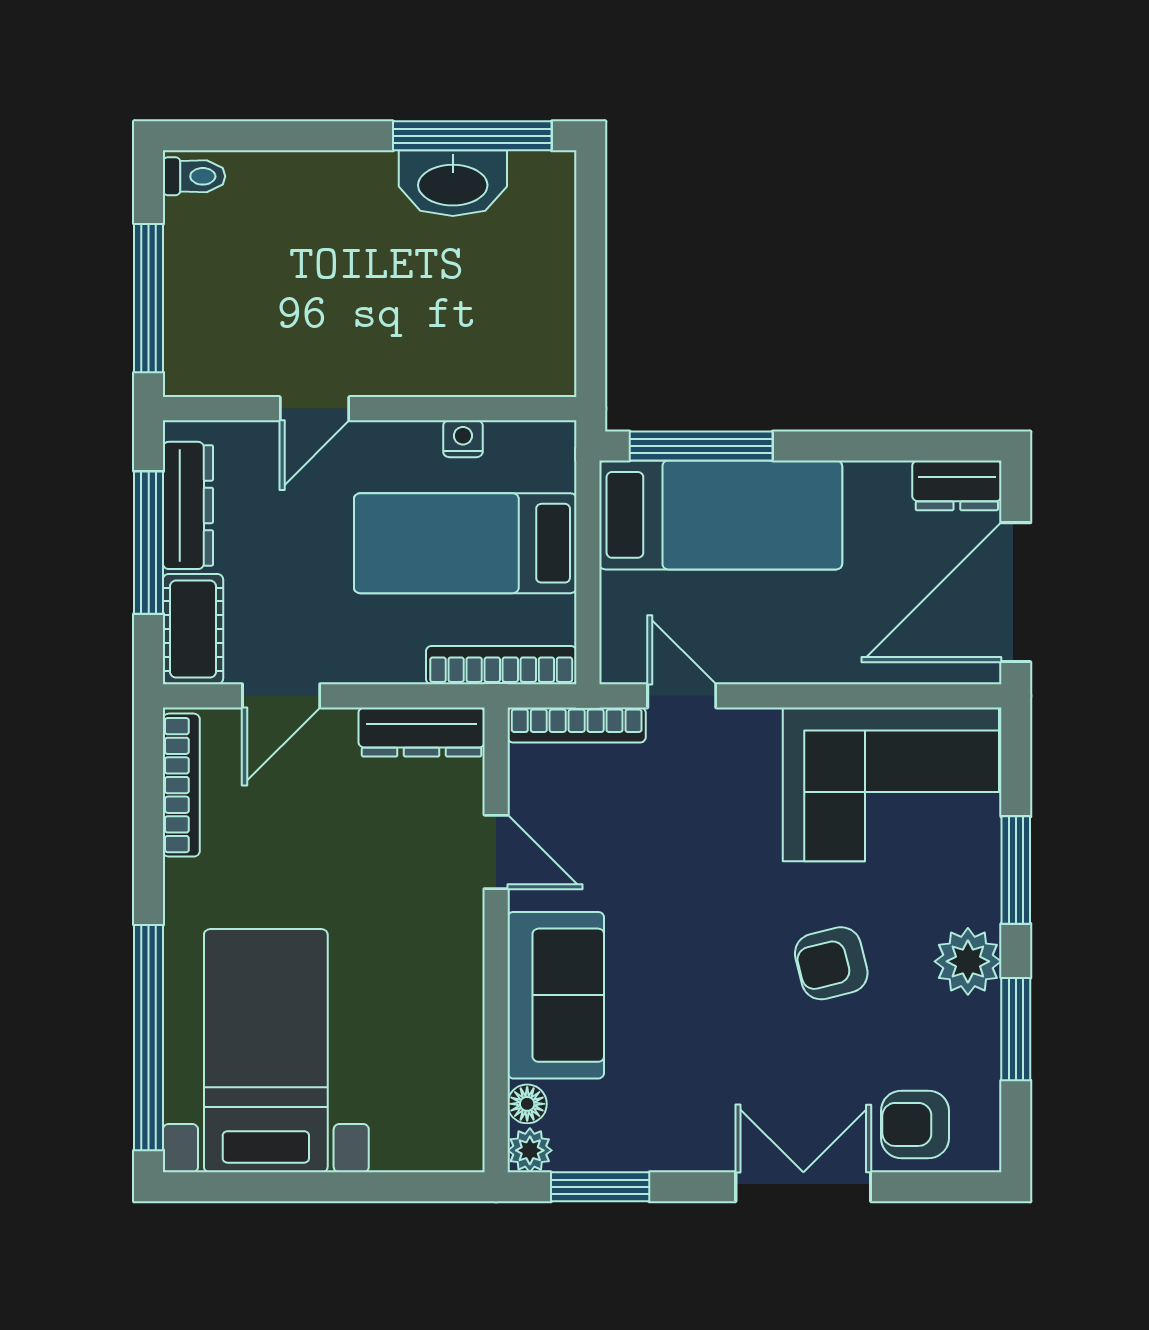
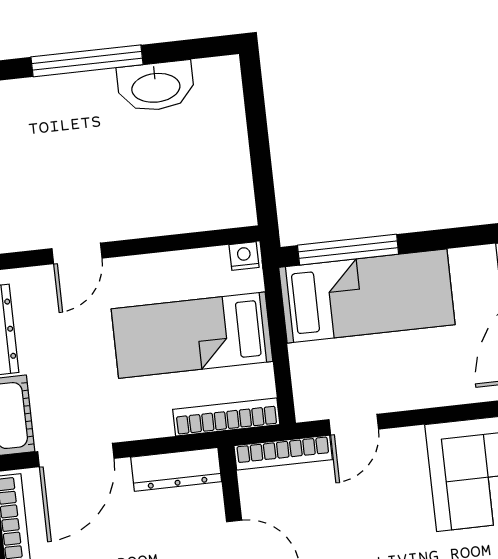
window: (472, 136) -> (87, 61), moved
nightstand: (463, 439) -> (244, 256), moved
door: (281, 696) -> (76, 455), width x1.38
door: (682, 696) -> (354, 424), swing flipped

